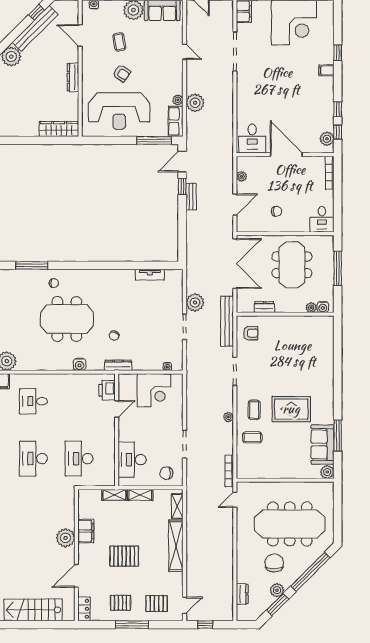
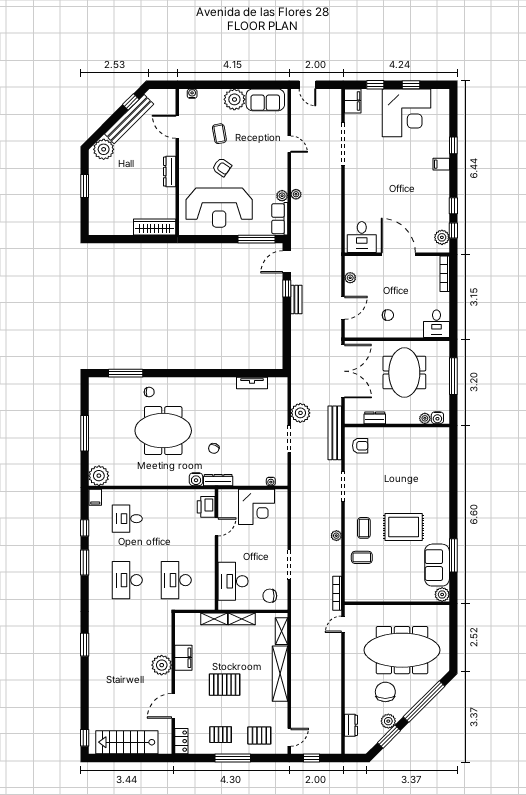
plant: (195, 103) -> (296, 194), width x0.53, depth x0.53
water cooler: (80, 364) -> (196, 479), moved

